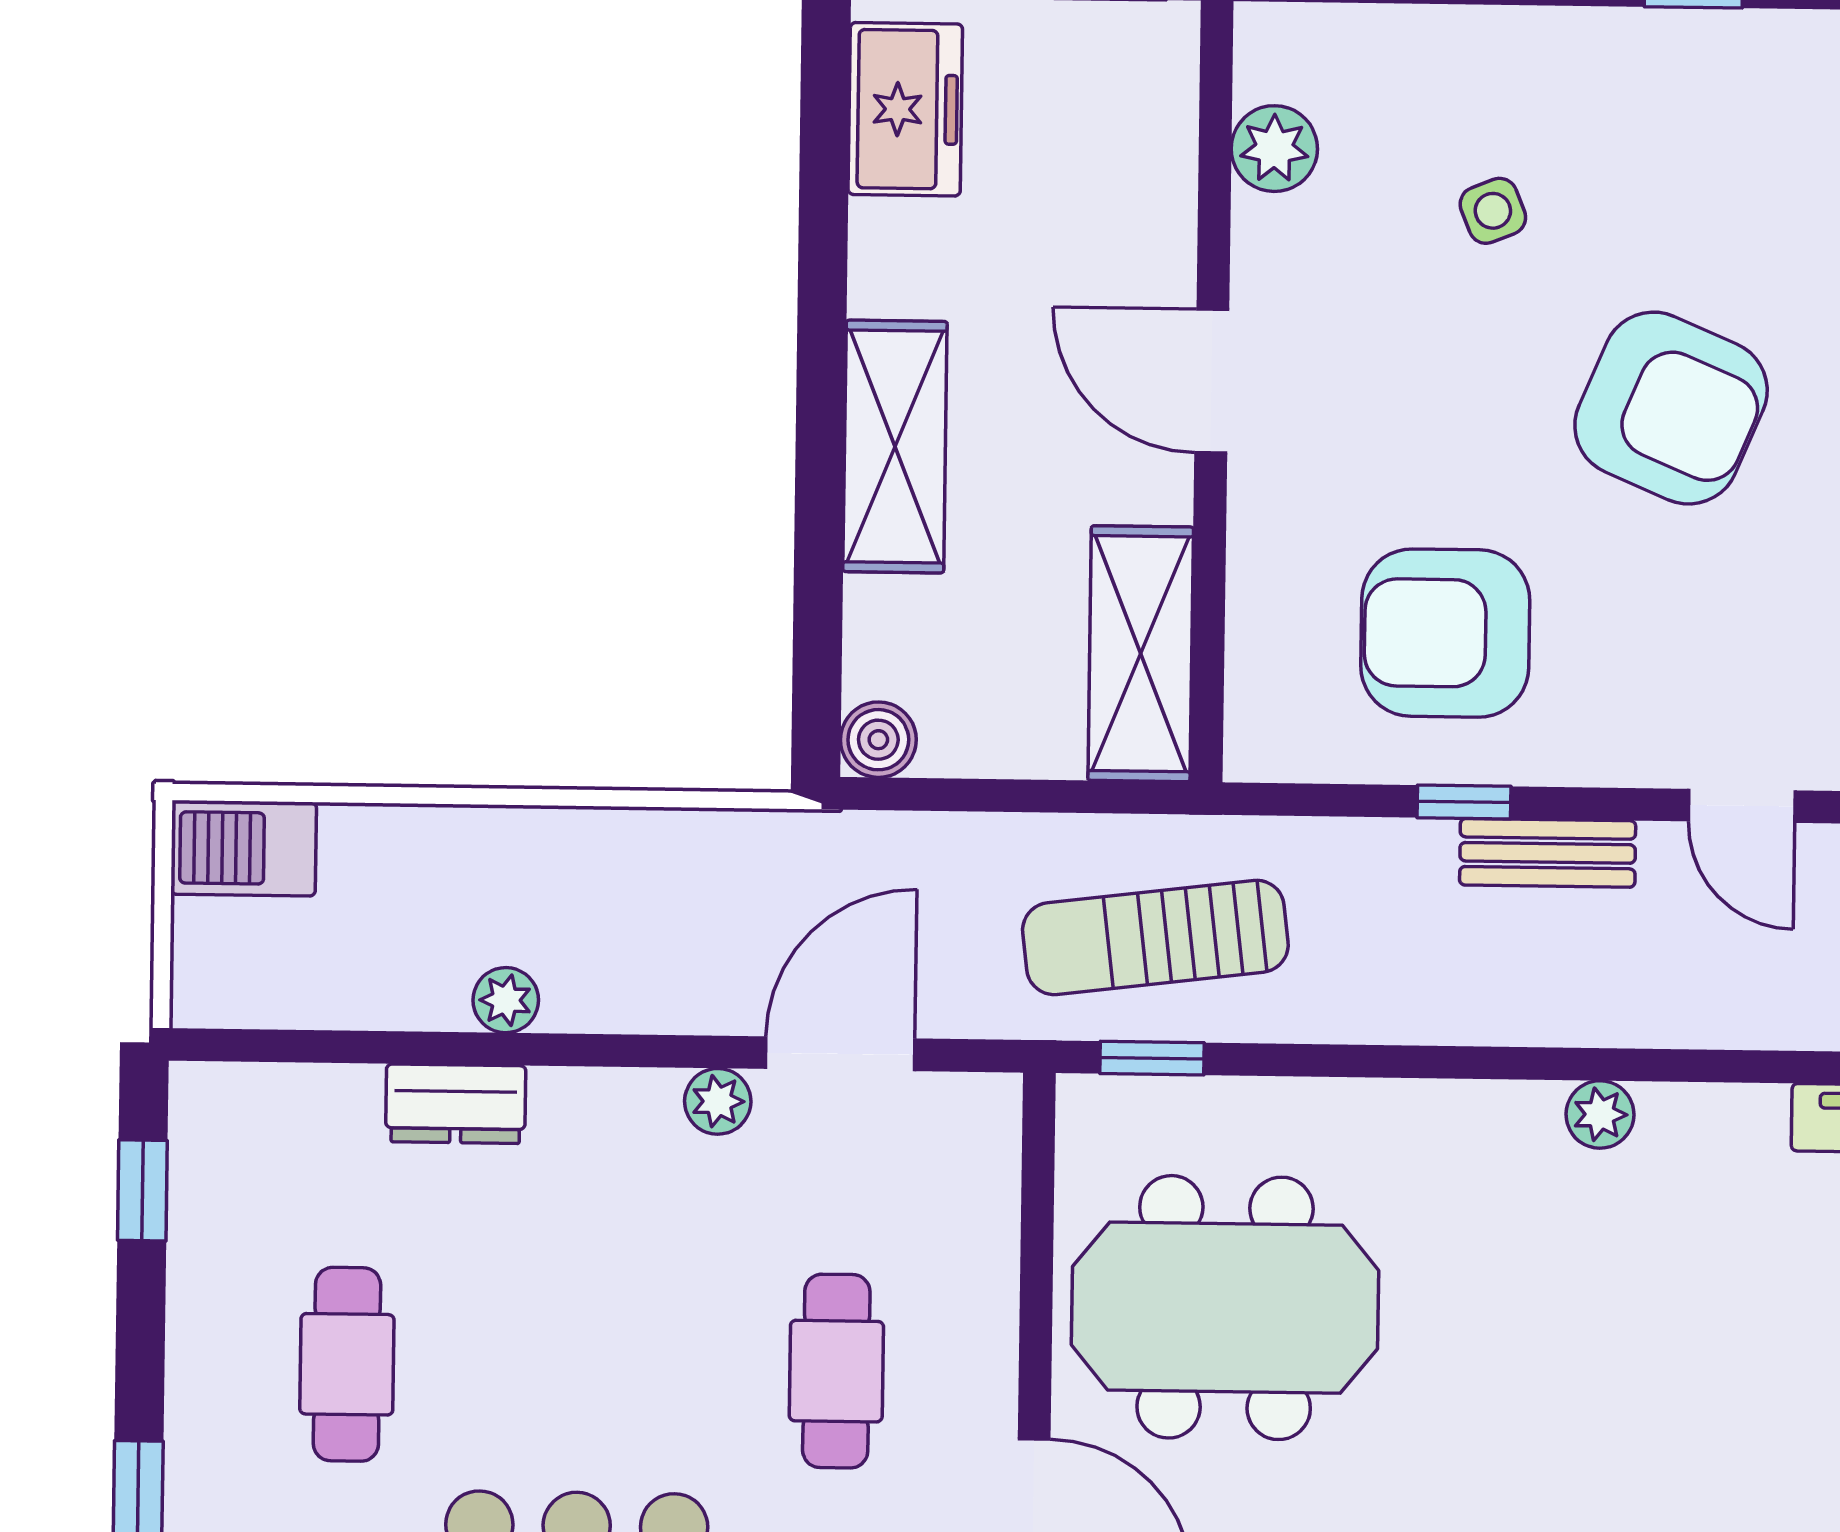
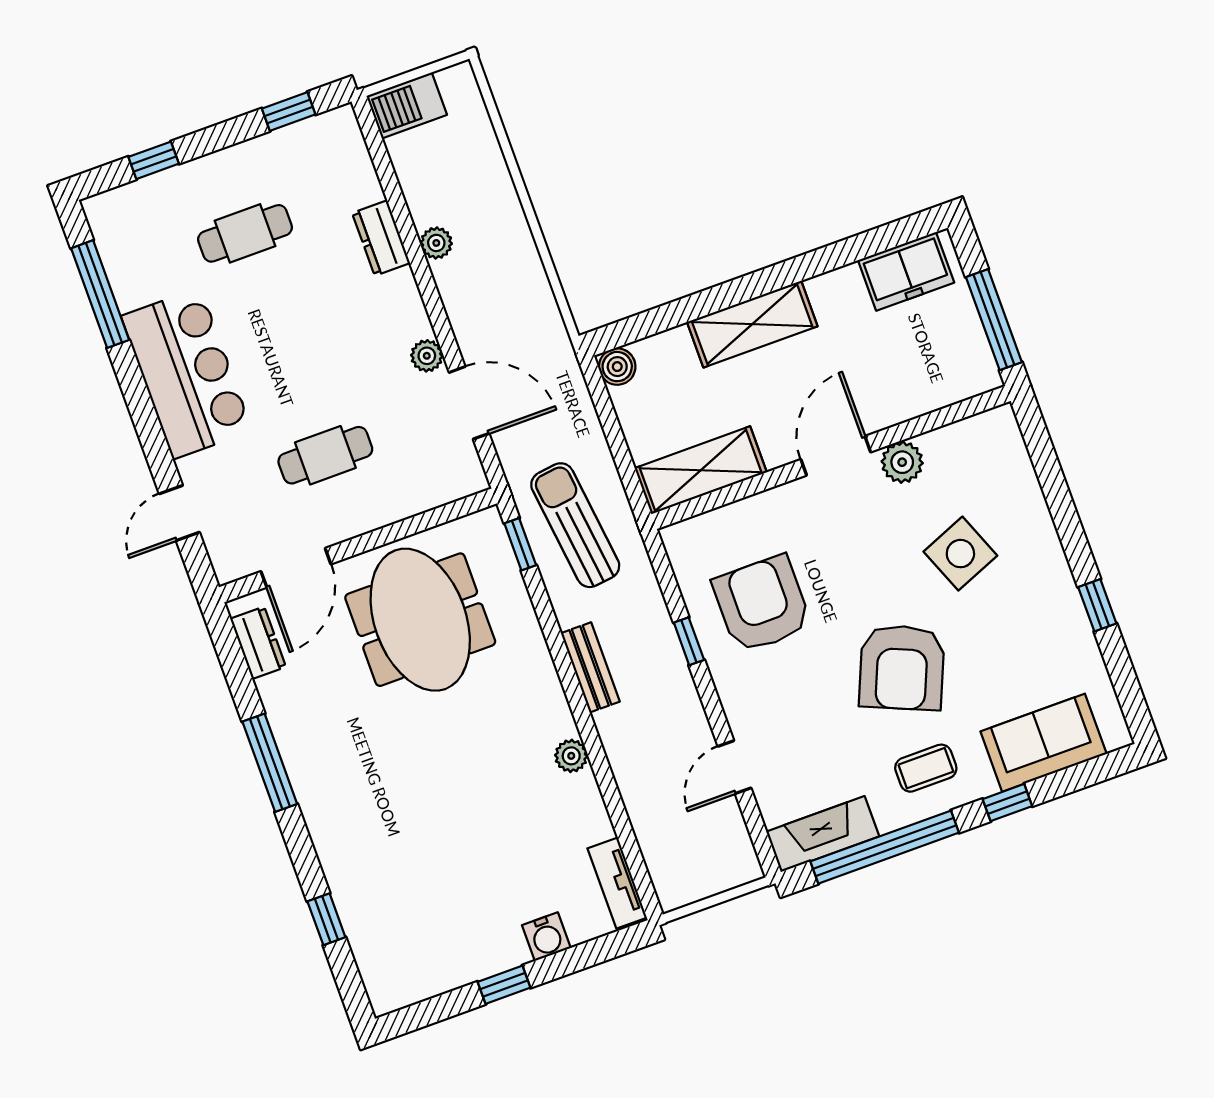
plant: (1274, 149) -> (902, 462), moved
side table: (1493, 211) -> (960, 554), width x1.87, depth x1.87
barbecue: (244, 848) -> (407, 105), moved, turned -90
bench: (1548, 853) -> (590, 667), moved

